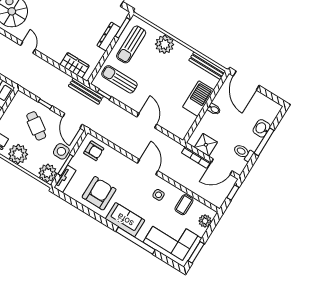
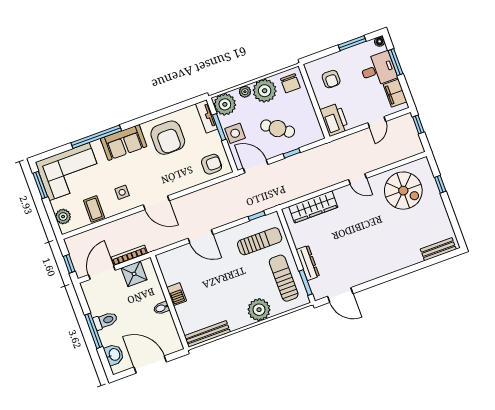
wardrobe: (75, 65) -> (313, 207), width x1.50
door: (246, 81) -> (150, 365), moved
bench: (86, 91) -> (273, 201), removed
barbecue: (198, 99) -> (176, 294), width x0.53, depth x0.65
washbasin: (262, 128) -> (114, 355), moved
armchair: (94, 151) -> (212, 164), turned 180
toilet: (243, 152) -> (105, 321), moved
plant: (29, 166) -> (245, 92), added

